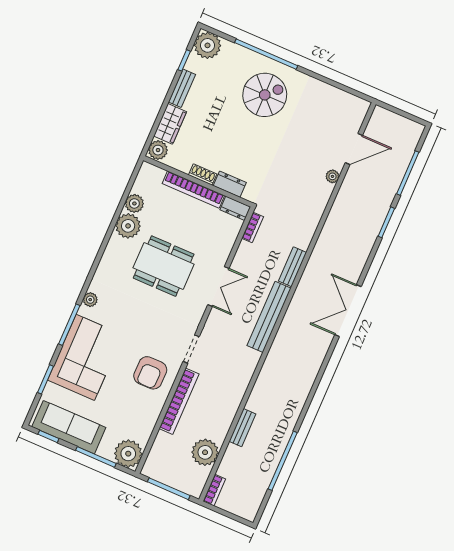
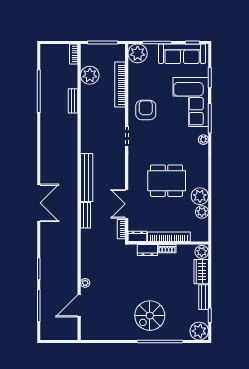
double door: (218, 286) -> (127, 204), moved
bookcase: (179, 401) -> (120, 85), moved

